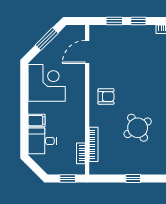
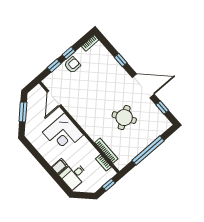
corner desk: (47, 83) -> (63, 133), moved, turned 180
armchair: (106, 97) -> (72, 65), moved
window: (133, 178) -> (148, 150), width x3.17

